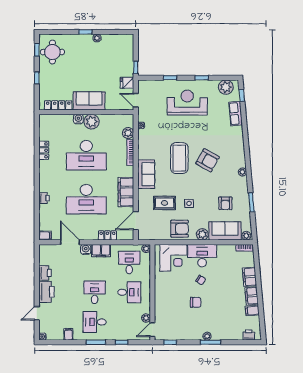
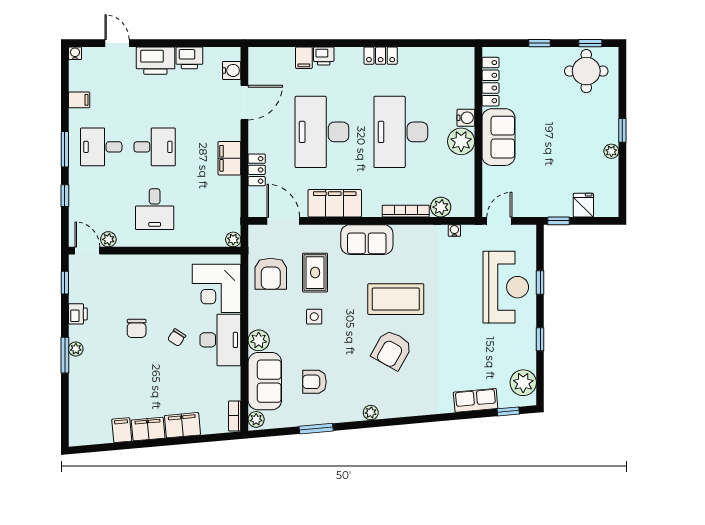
fridge: (127, 83) -> (583, 205), moved
reception desk: (187, 103) -> (506, 287), moved
locker: (44, 150) -> (381, 56), moved
armchair: (180, 229) -> (271, 274), moved
filing cabinet: (45, 236) -> (304, 58), moved
water cooler: (86, 249) -> (232, 70), moved
desk: (129, 263) -> (208, 209), removed
desk: (95, 322) -> (101, 147), turned -90
printer: (249, 335) -> (78, 314), moved

